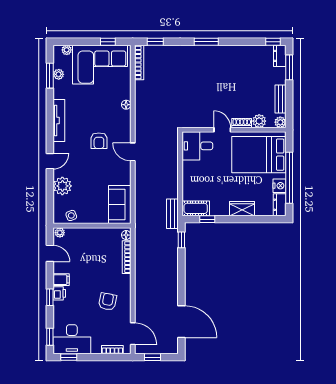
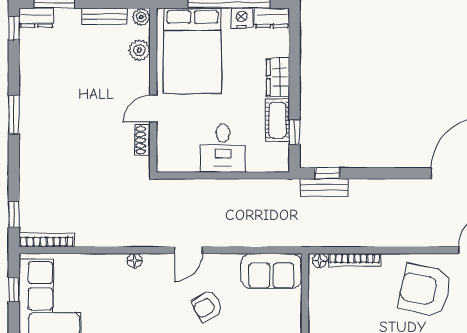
window: (206, 42) -> (14, 115), moved
floor lamp: (126, 105) -> (135, 261), moved
shoe rack: (242, 123) -> (143, 140), moved
armchair: (99, 141) -> (207, 306), moved, turned 150
desk: (197, 146) -> (223, 148), moved
cot: (196, 208) -> (278, 120), moved
bench: (172, 214) -> (324, 187), moved
armchair: (108, 302) -> (425, 290), width x1.88, depth x1.88

